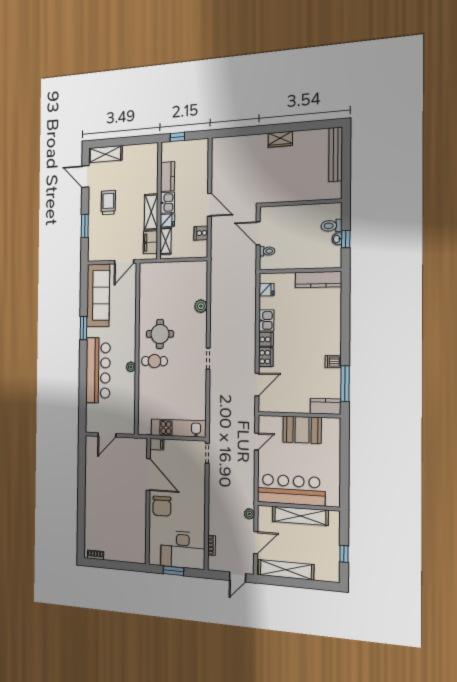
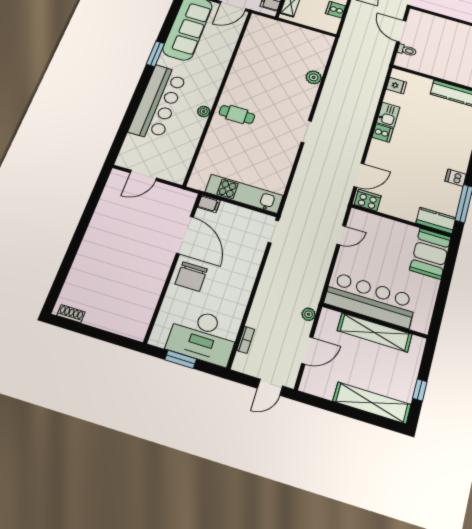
round table: (160, 334) -> (253, 89), removed
cooker: (266, 357) -> (368, 200), moved, turned -90
booth: (302, 430) -> (430, 254), moved, turned 90
shelving: (286, 570) -> (372, 403), moved

